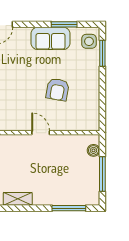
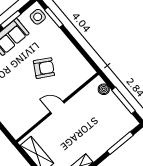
armchair: (58, 90) -> (44, 68), turned -70

